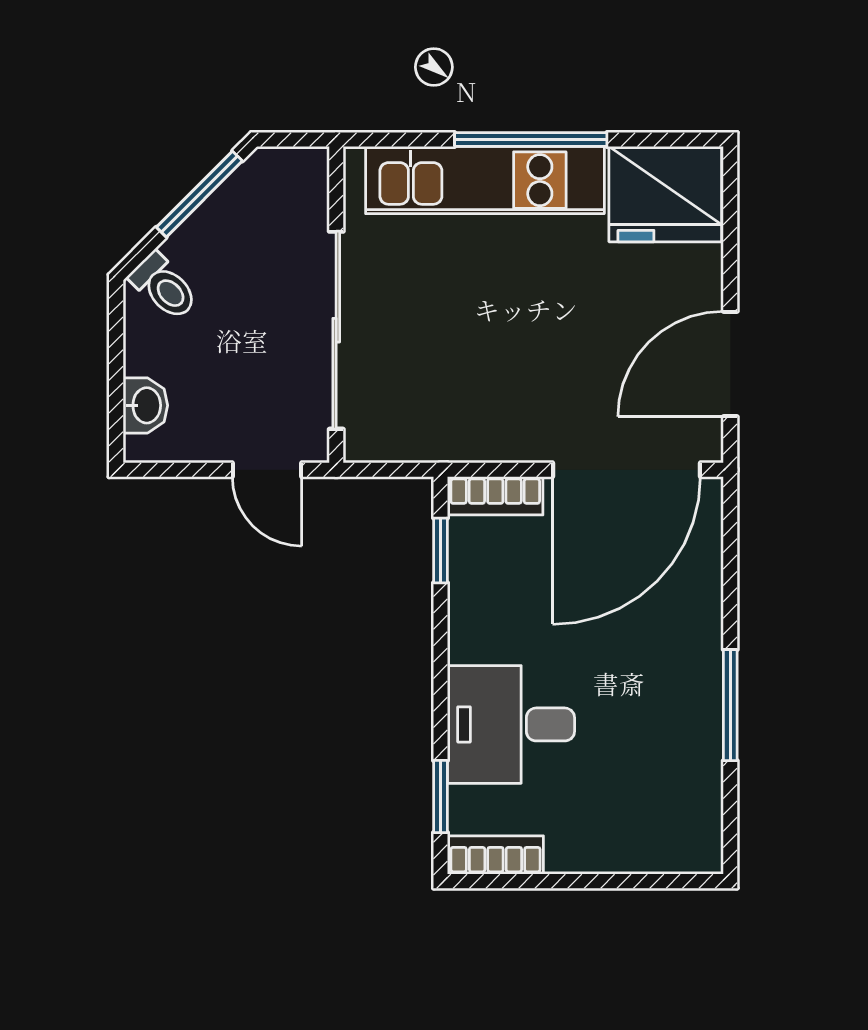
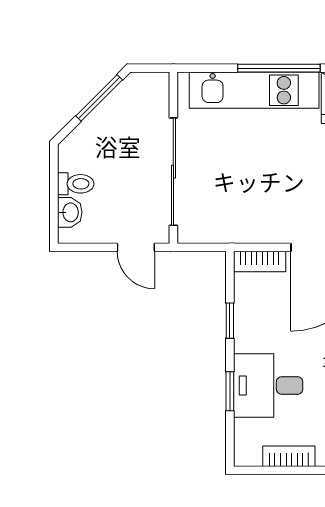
toilet: (164, 287) -> (76, 184), moved, turned -45
window: (441, 550) -> (230, 321), moved
window: (441, 796) -> (230, 391), moved
bookcase: (495, 855) -> (289, 456), moved

